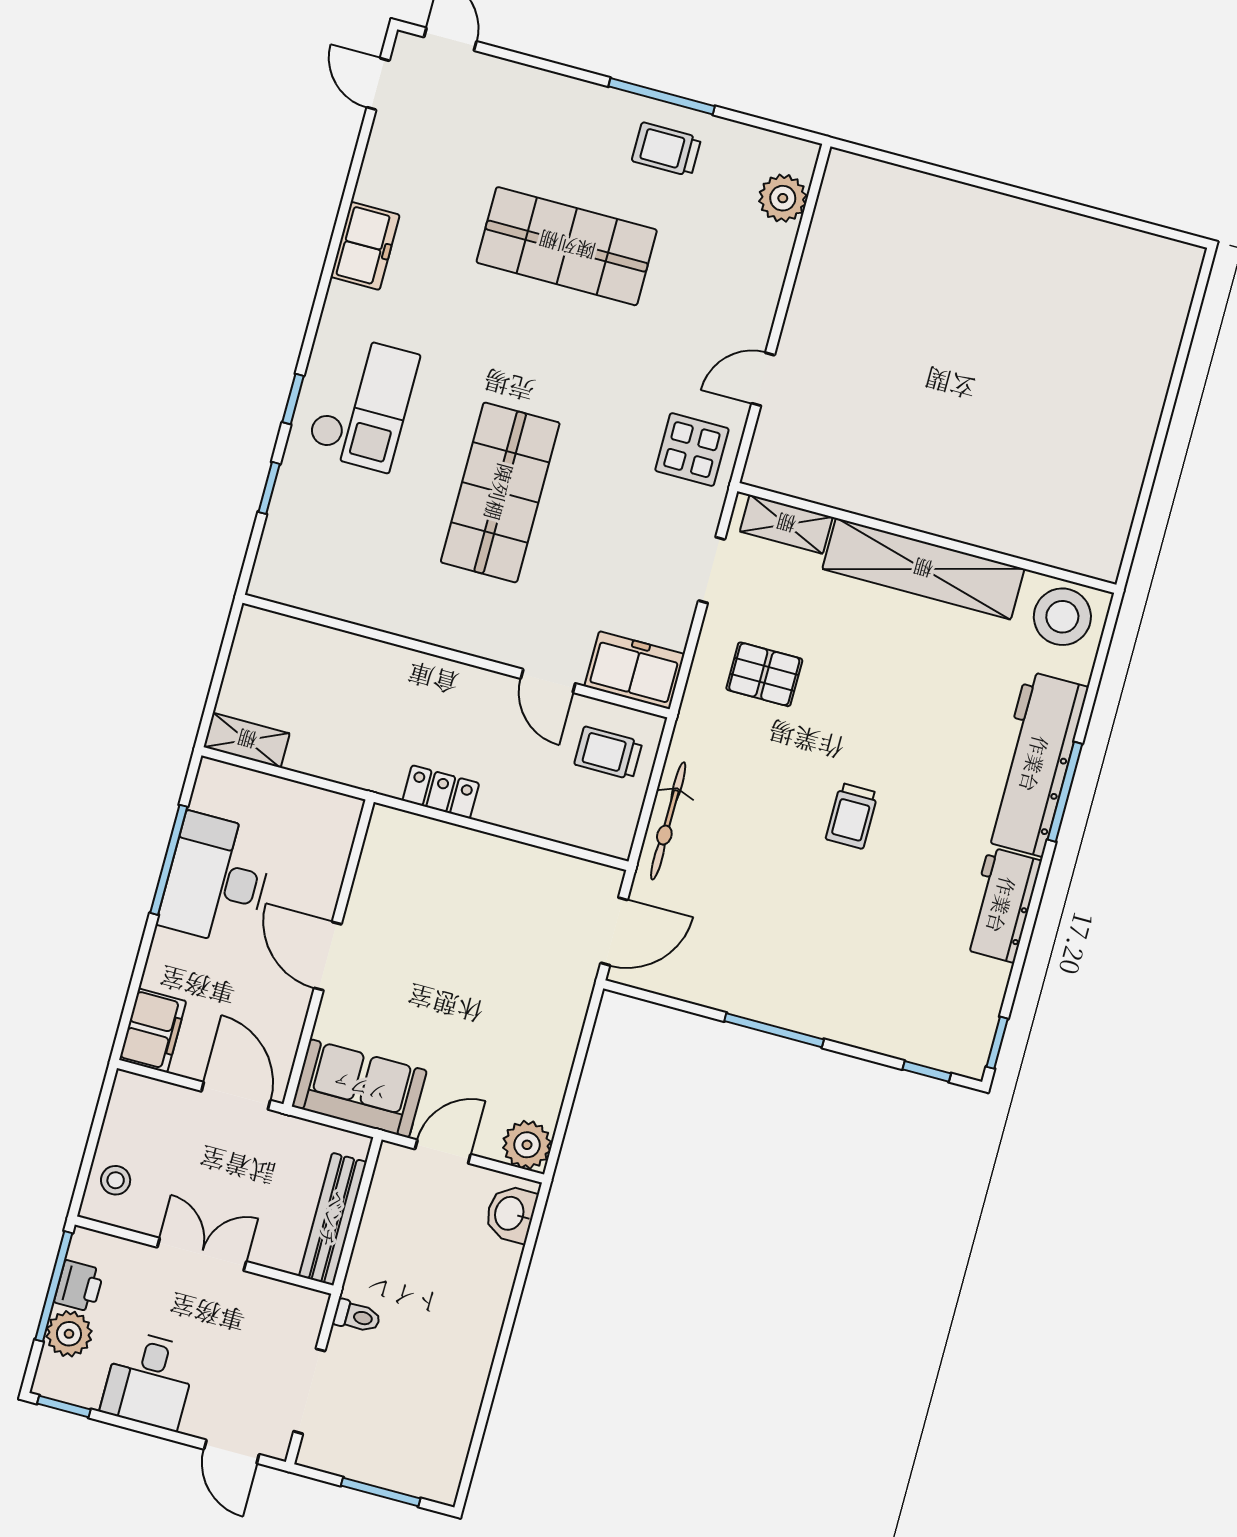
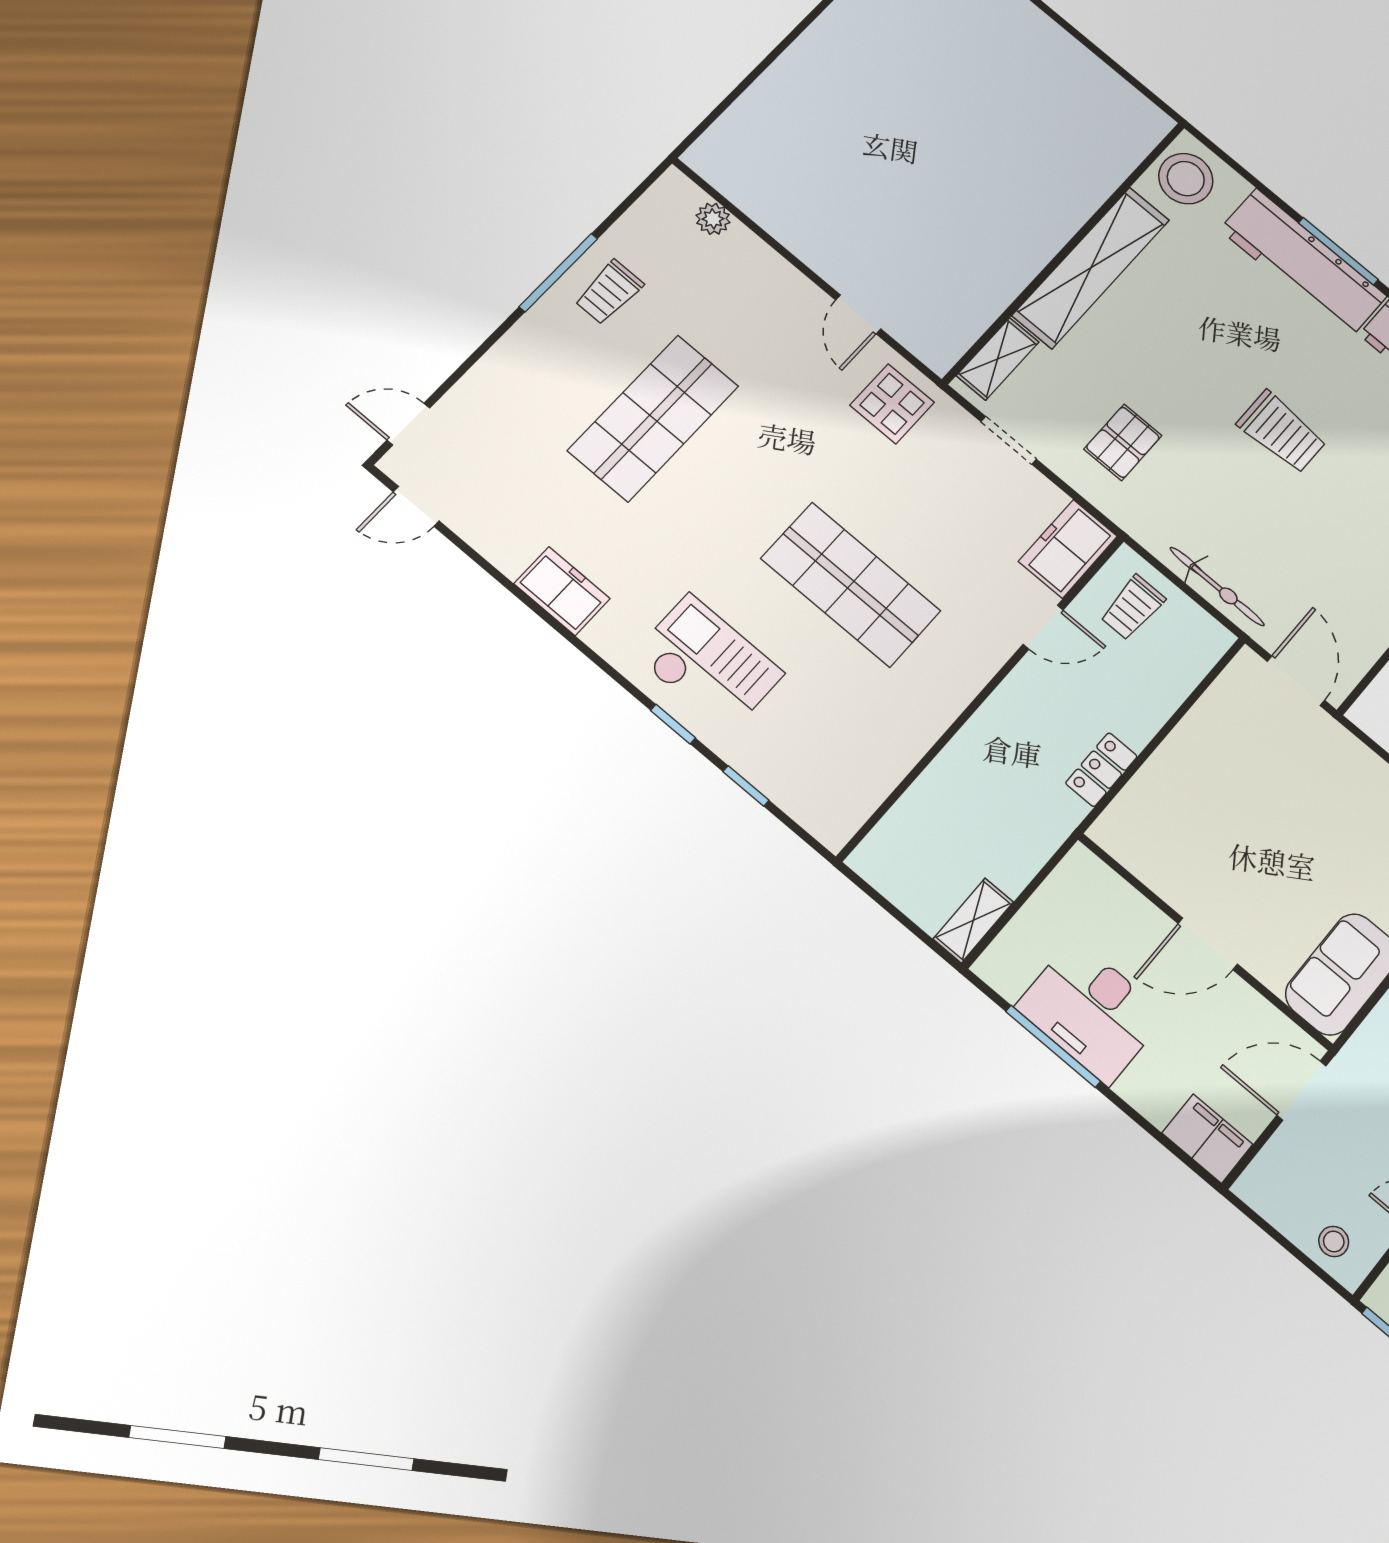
plant: (783, 198) -> (713, 219), width x0.73, depth x0.73
trolley: (852, 816) -> (1282, 432), width x1.36, depth x1.39

